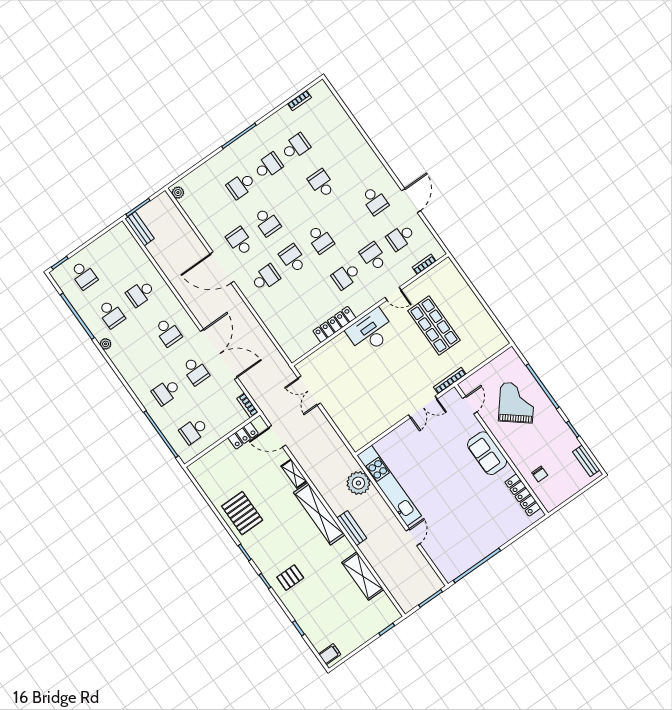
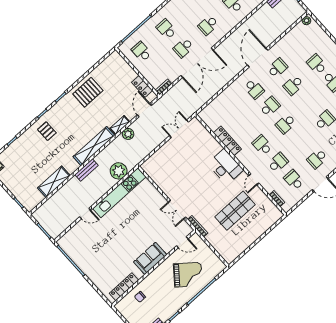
plant: (308, 463) -> (128, 134), added

